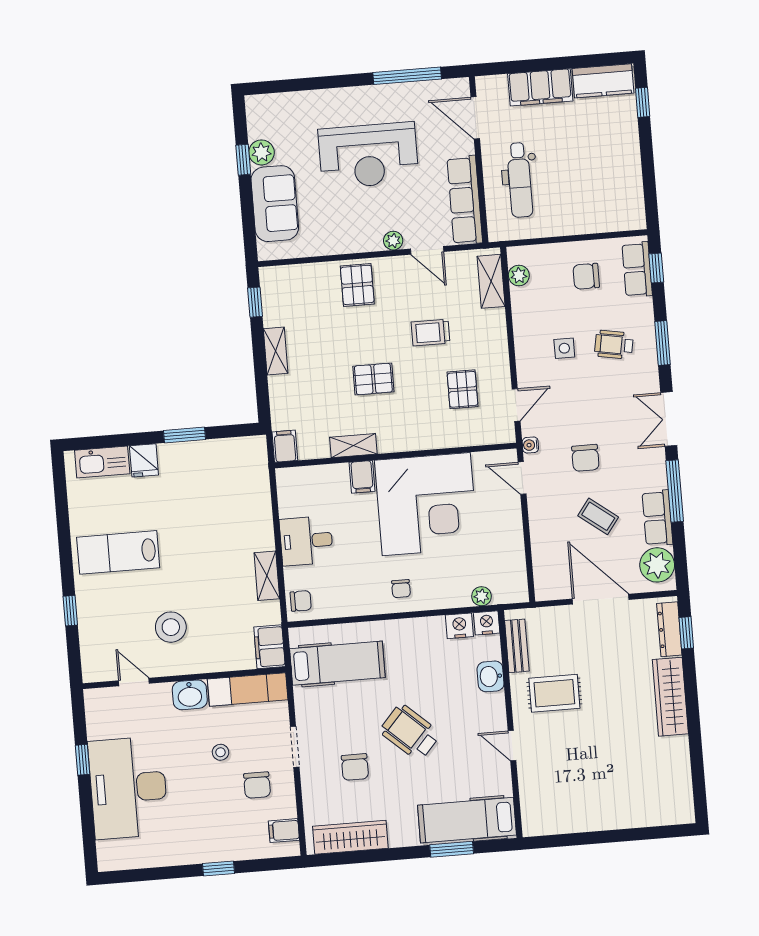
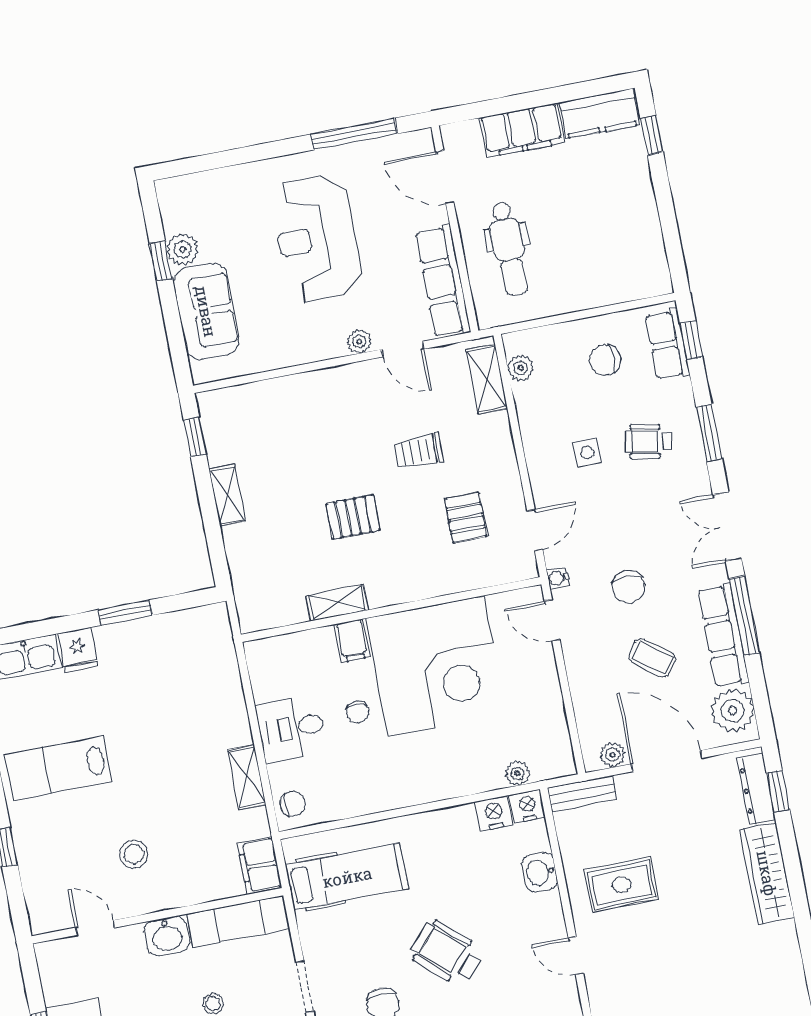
reception desk: (368, 155) -> (317, 239), turned 90
pallet: (357, 285) -> (320, 402), removed
filing cabinet: (285, 446) -> (252, 613), removed
row of seats: (657, 518) -> (723, 636), width x1.48
chair: (401, 589) -> (358, 712), moved
plant: (558, 590) -> (613, 755), added
stool: (171, 627) -> (134, 854), width x0.73, depth x0.73
bench: (517, 646) -> (582, 794), moved, turned 90

